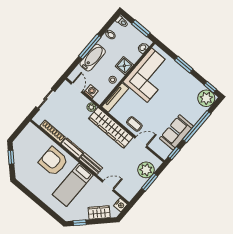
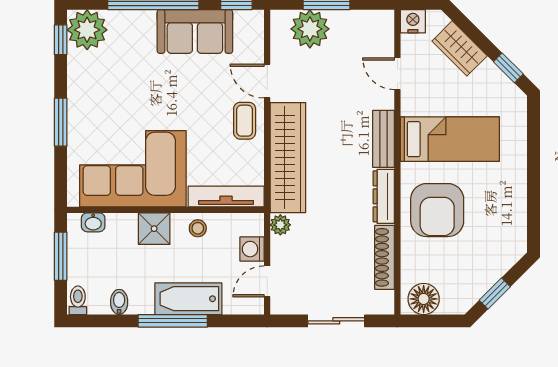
floor lamp: (29, 133) -> (424, 299), added

